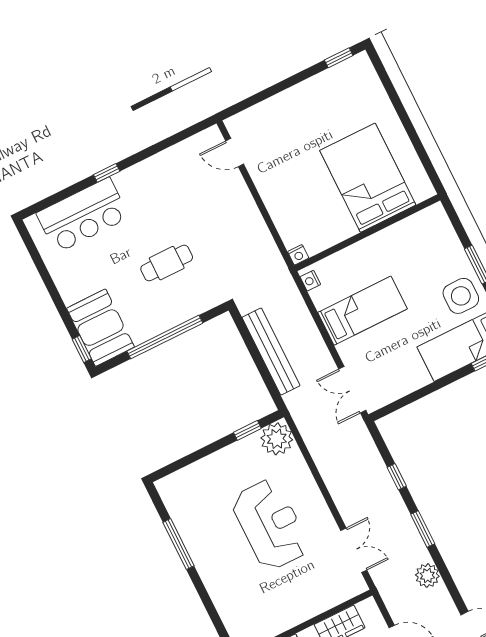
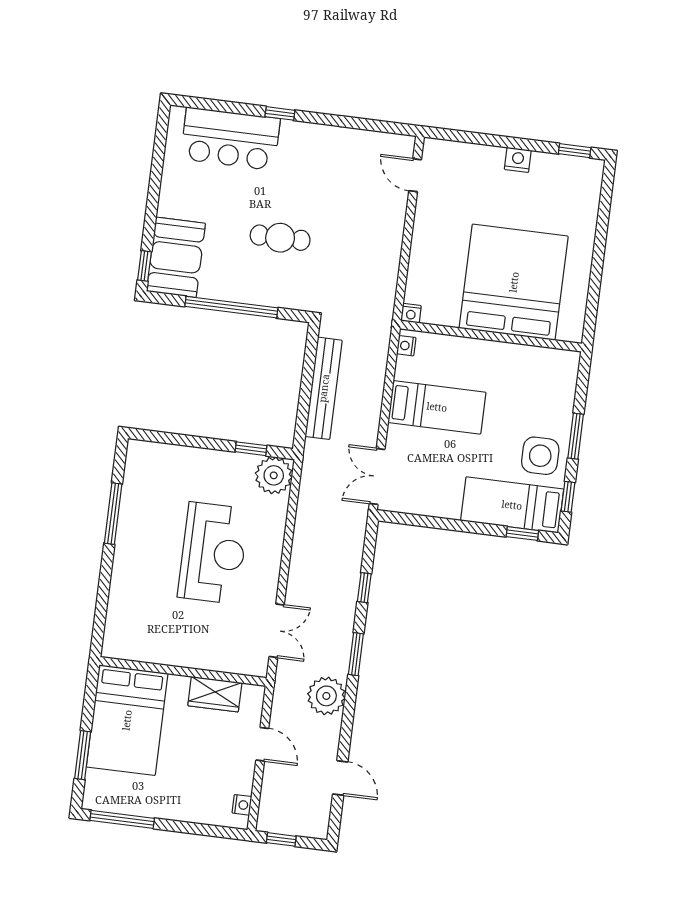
nightstand: (302, 92) -> (518, 160), added
bed: (368, 178) -> (514, 282), width x1.36
plant: (427, 576) -> (326, 696), width x1.36, depth x1.36

